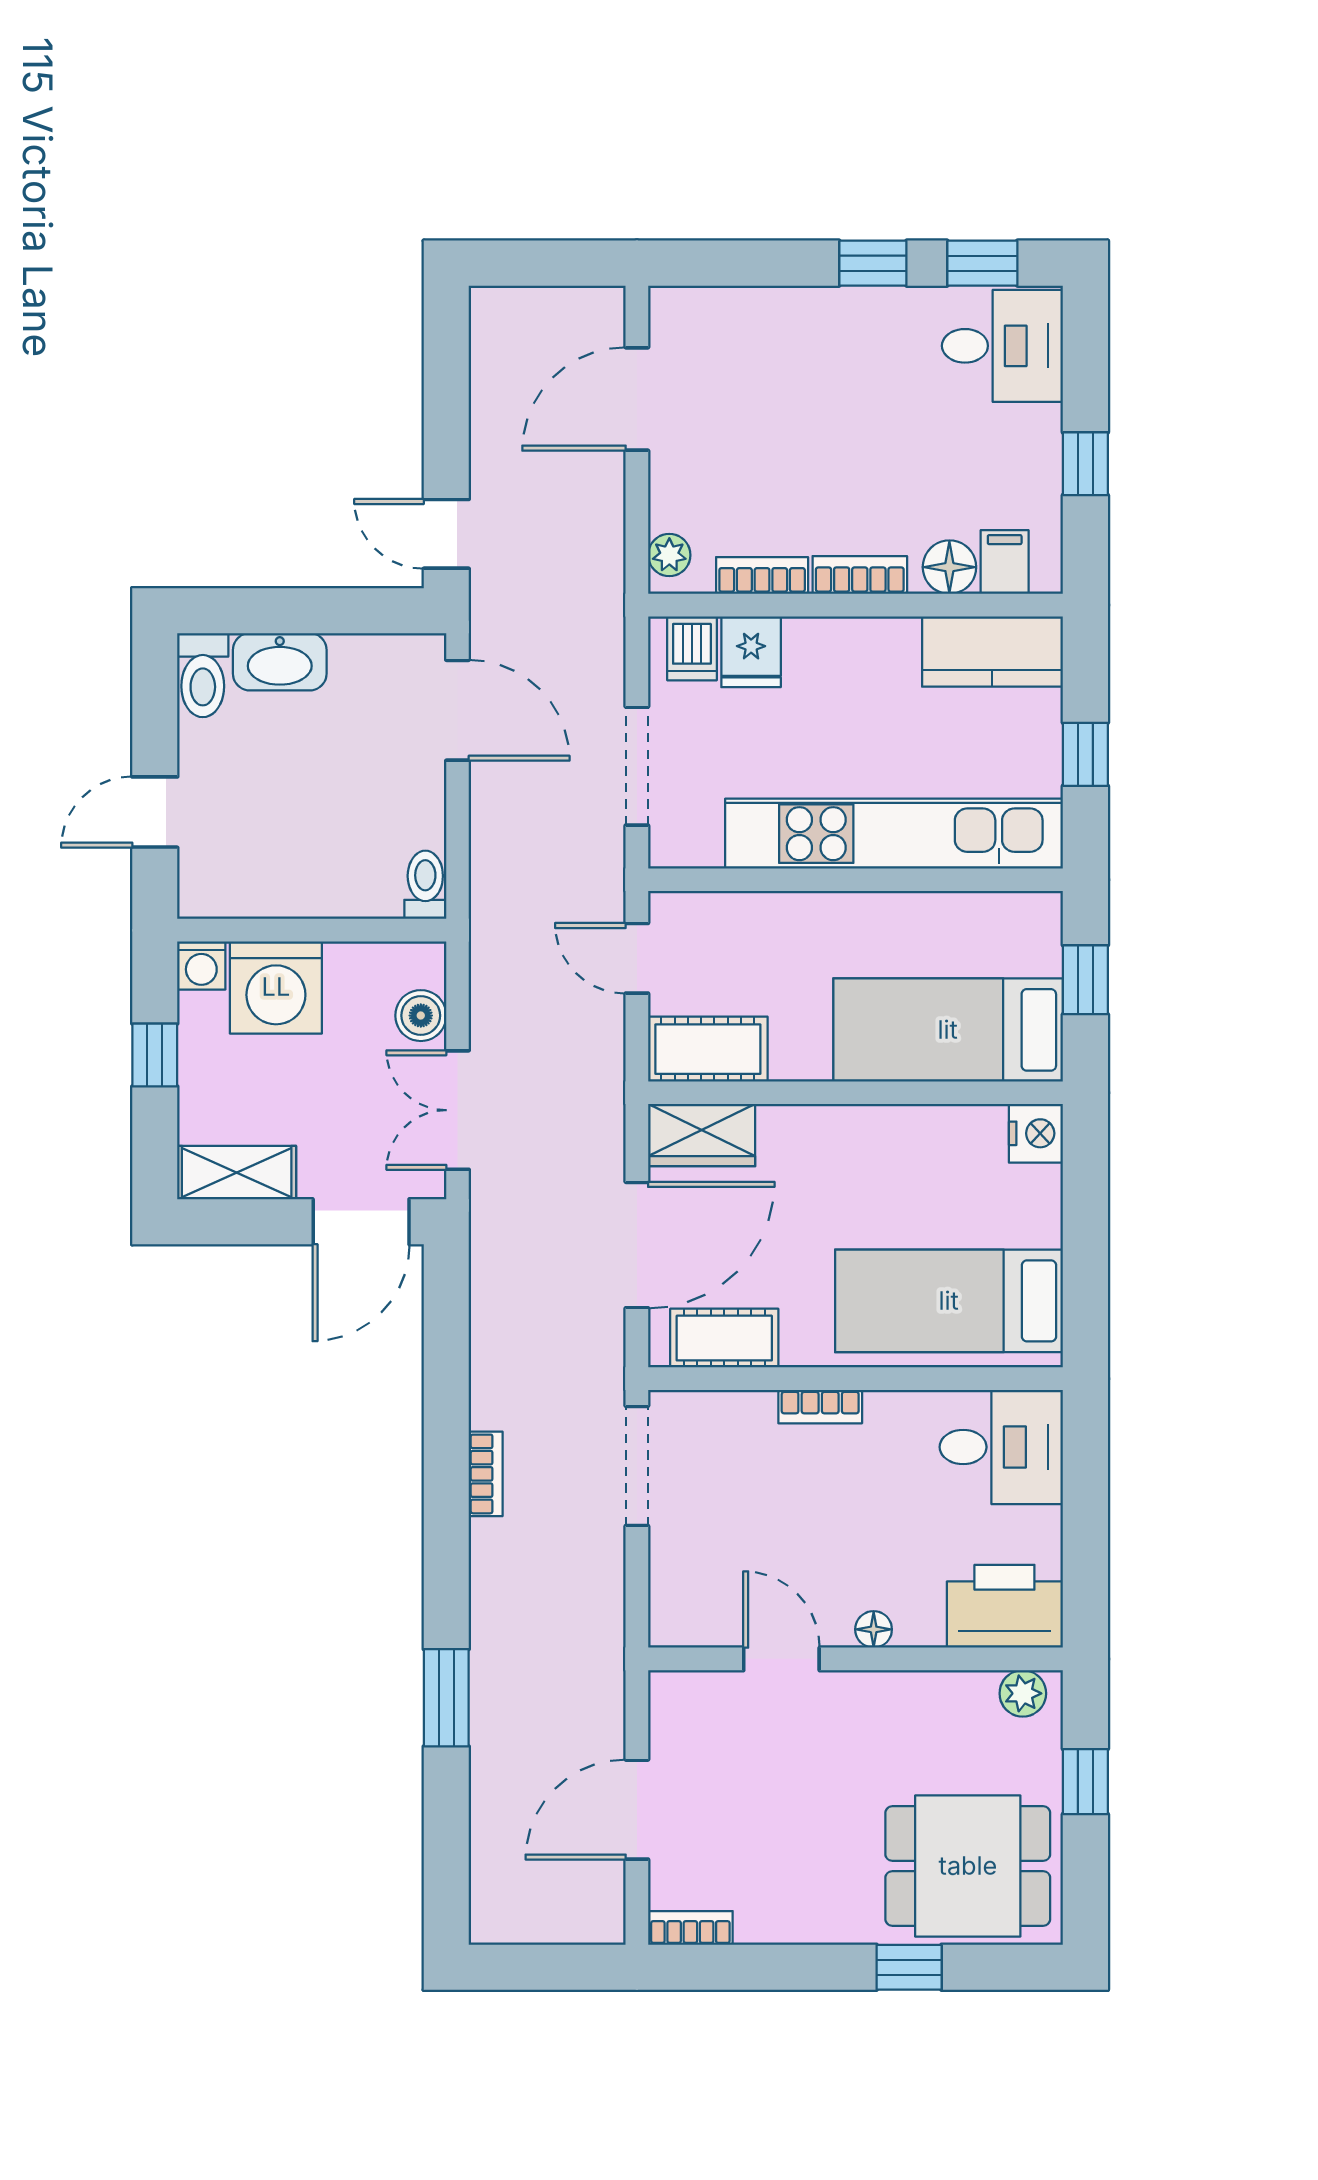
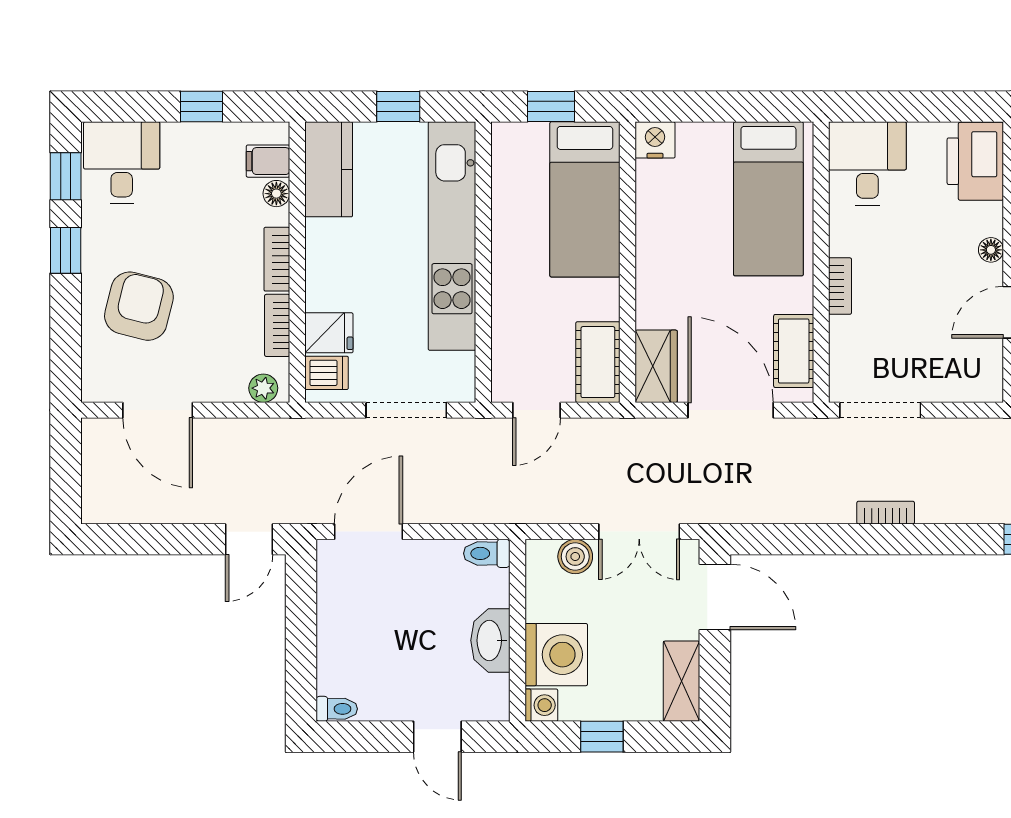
armchair: (790, 371) -> (139, 306), added
floor lamp: (949, 567) -> (276, 194), width x0.73, depth x0.73
washbasin: (280, 662) -> (490, 640), moved, turned 180
toilet: (203, 675) -> (337, 709), width x0.73, depth x0.72

